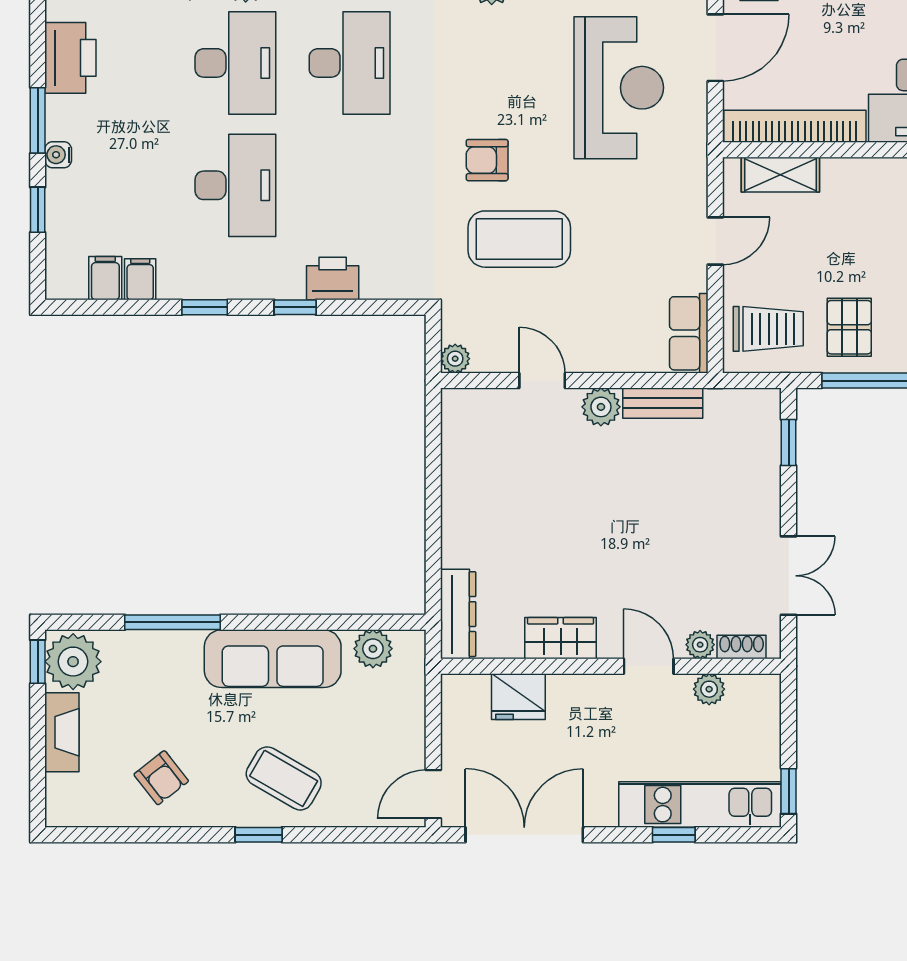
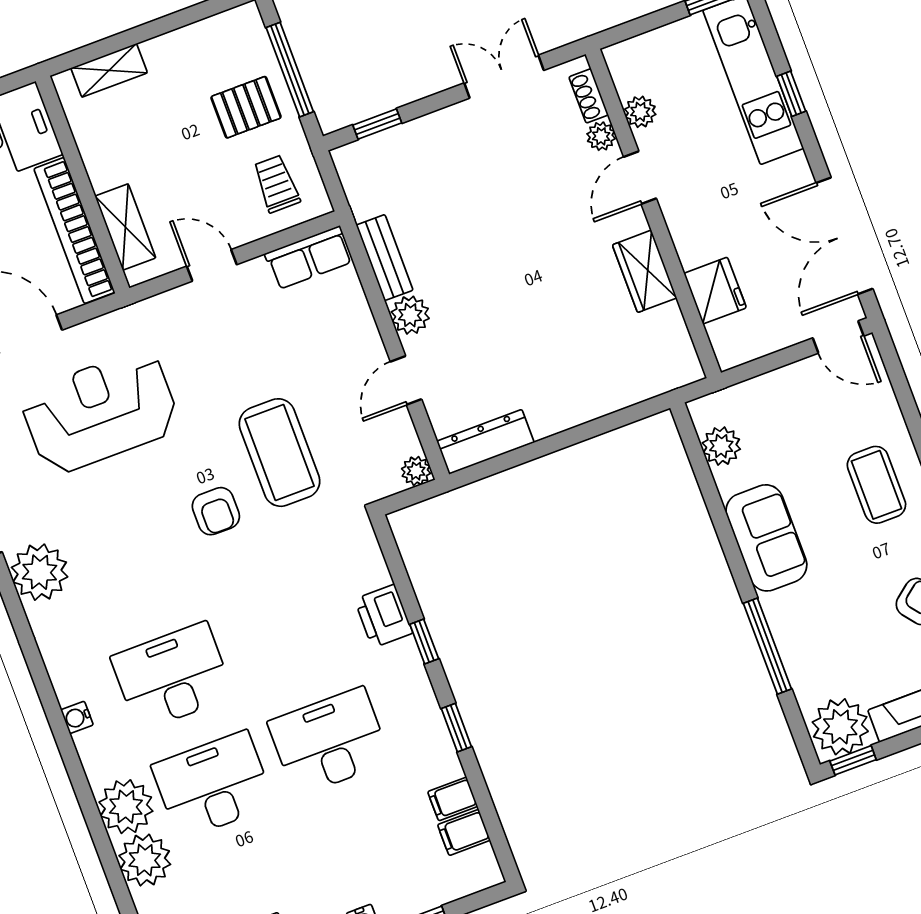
trolley: (768, 329) -> (276, 184), width x0.73, depth x0.72
dresser: (458, 614) -> (486, 442), moved
sofa: (273, 659) -> (766, 538), width x0.73
coffee table: (284, 778) -> (876, 485), turned -30

